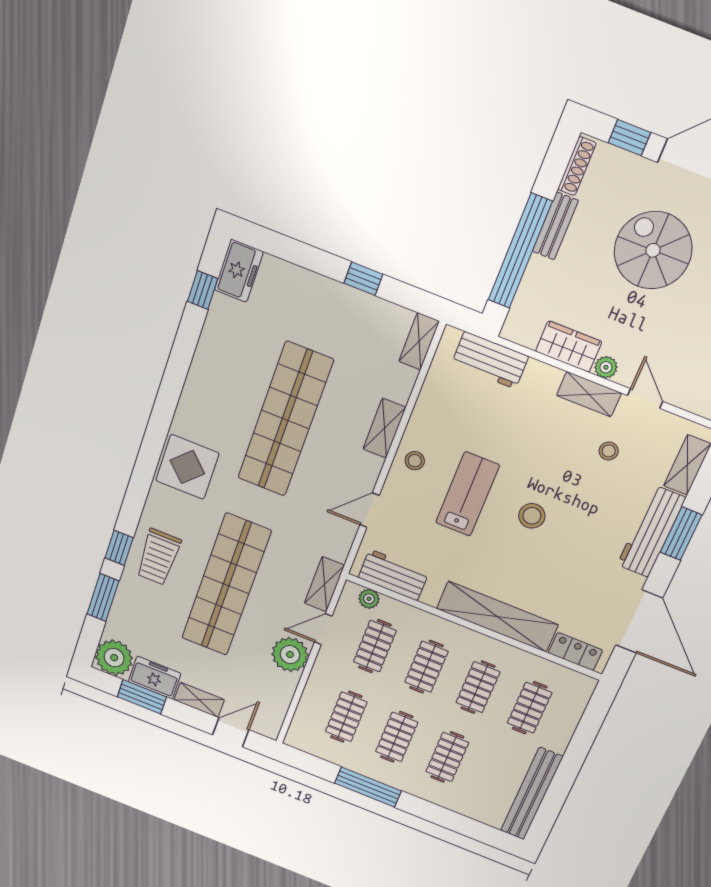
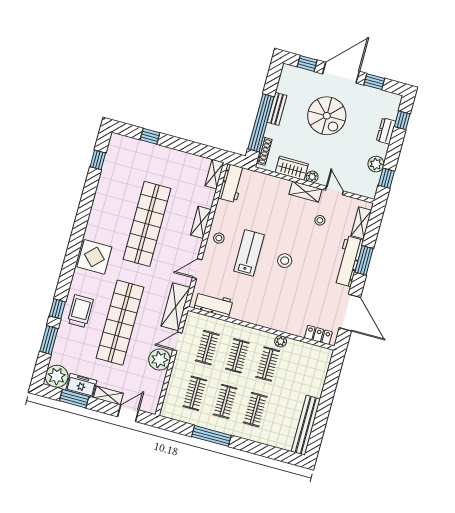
shoe rack: (577, 166) -> (264, 151), moved
spiral stairs: (653, 250) -> (327, 116), turned 180
freezer: (239, 271) -> (117, 148), removed
window: (363, 279) -> (150, 136), moved
workbench: (490, 360) -> (232, 183), moved, turned -90
trolley: (158, 557) -> (80, 311), turned 180
shelving: (324, 584) -> (176, 307), width x1.50, depth x1.33
plant: (369, 599) -> (281, 341), moved
shelving: (497, 617) -> (273, 320), removed
clothes rail: (530, 708) -> (298, 372), removed

